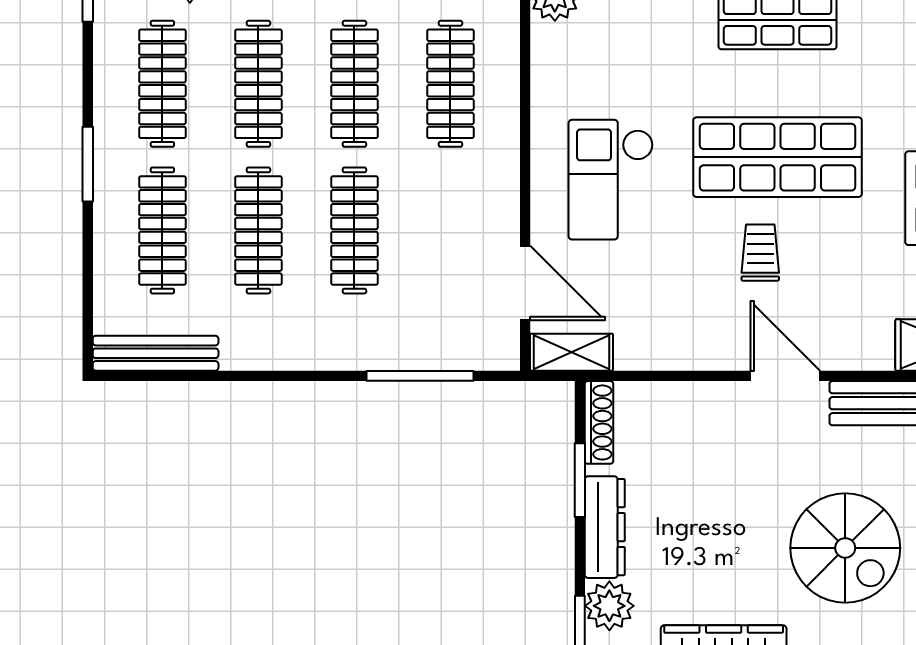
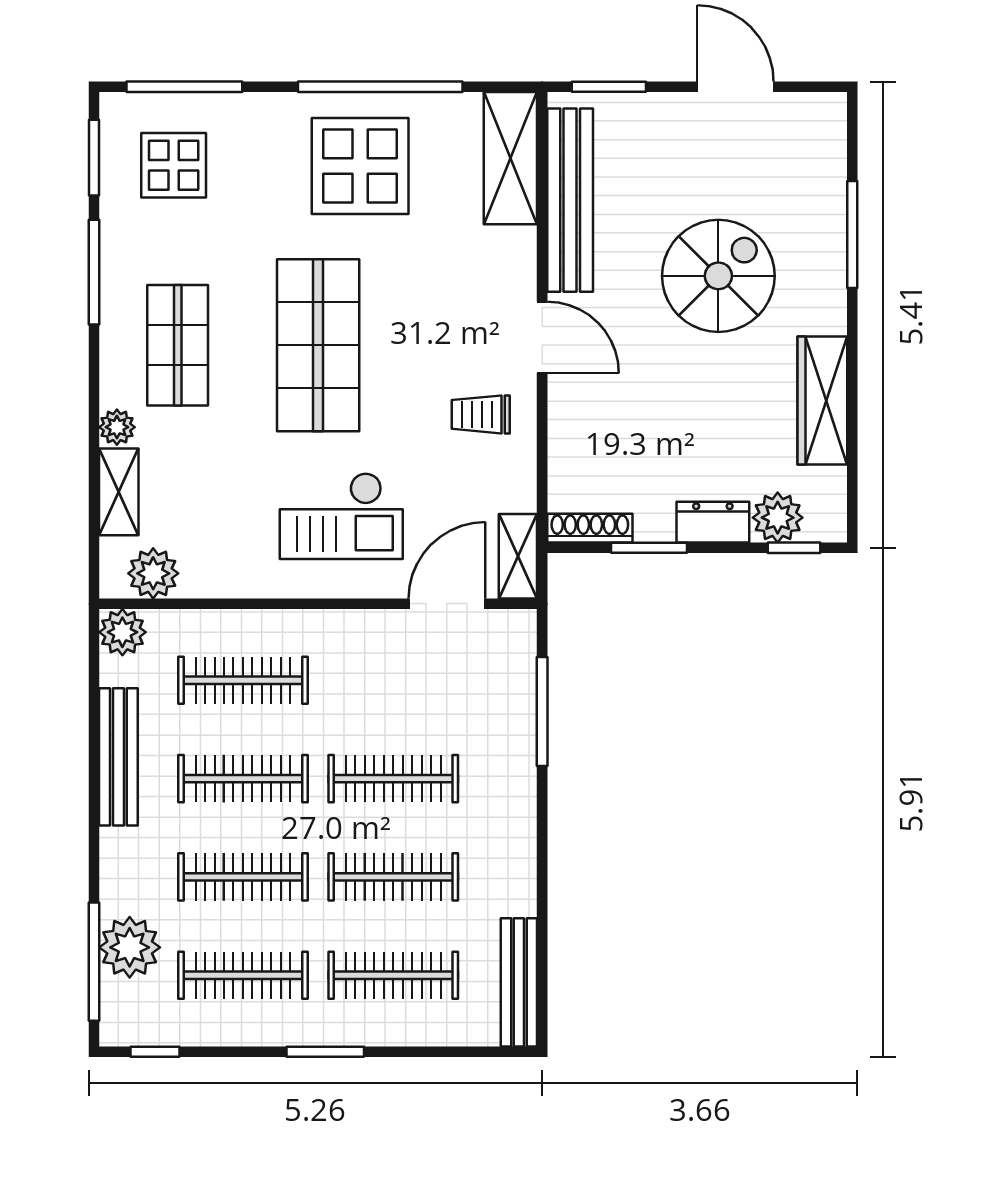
trolley: (760, 253) -> (481, 414), moved
door: (785, 376) -> (542, 337), swing flipped
dresser: (605, 527) -> (713, 522), width x0.70

